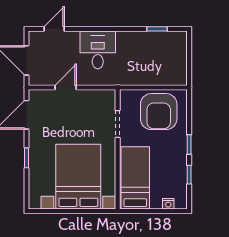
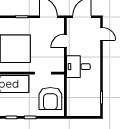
desk: (98, 50) -> (78, 67), moved, turned 180
door: (66, 87) -> (65, 41), swing flipped
armchair: (159, 112) -> (50, 99), turned -90

